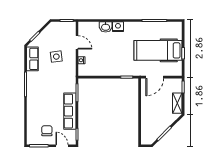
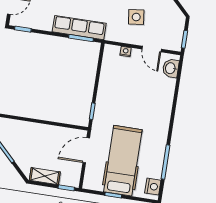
washbasin: (106, 27) -> (171, 68), moved
nightstand: (118, 27) -> (153, 187), moved
door: (77, 42) -> (152, 49), hinge flipped
door: (155, 77) -> (86, 150), hinge flipped
row of seats: (70, 111) -> (79, 28), moved

